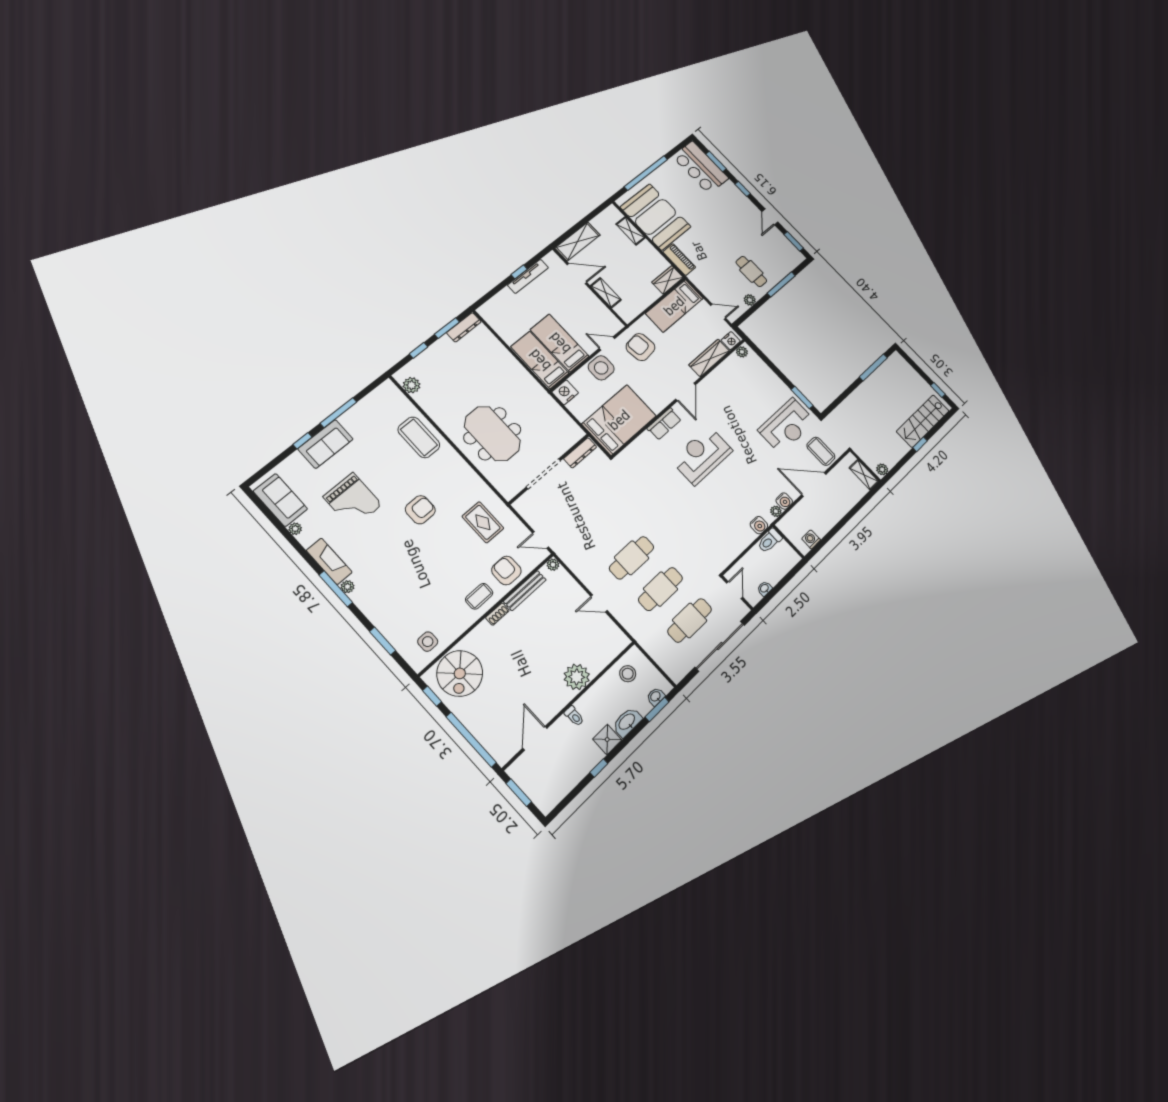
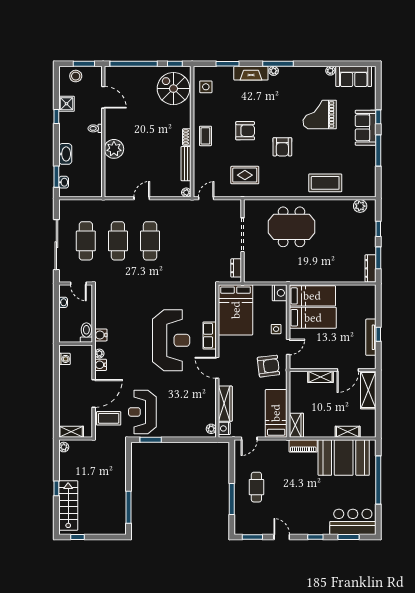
cafe table: (751, 271) -> (256, 487), turned 90
plant: (750, 300) -> (239, 467), removed
side table: (601, 368) -> (276, 329), width x0.54, depth x0.54
dresser: (580, 453) -> (236, 268), width x0.70
reception desk: (702, 455) -> (171, 340), width x1.36, depth x1.30
fireplace: (329, 561) -> (251, 73), moved
armchair: (506, 571) -> (245, 131), moved
stool: (628, 674) -> (76, 76), moved
shower: (607, 740) -> (66, 104), moved

